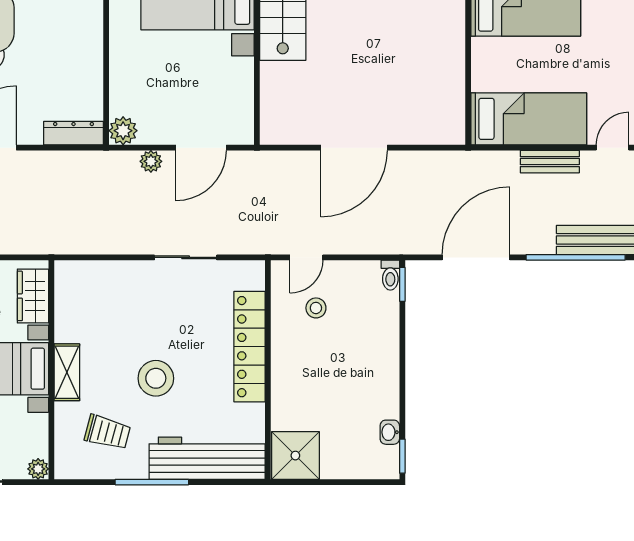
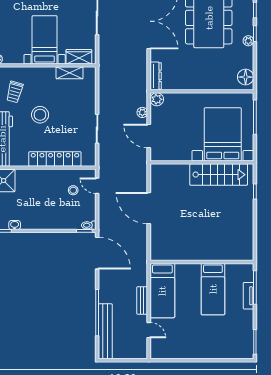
door: (476, 257) -> (97, 253), moved
shelving: (67, 372) -> (70, 73), moved

